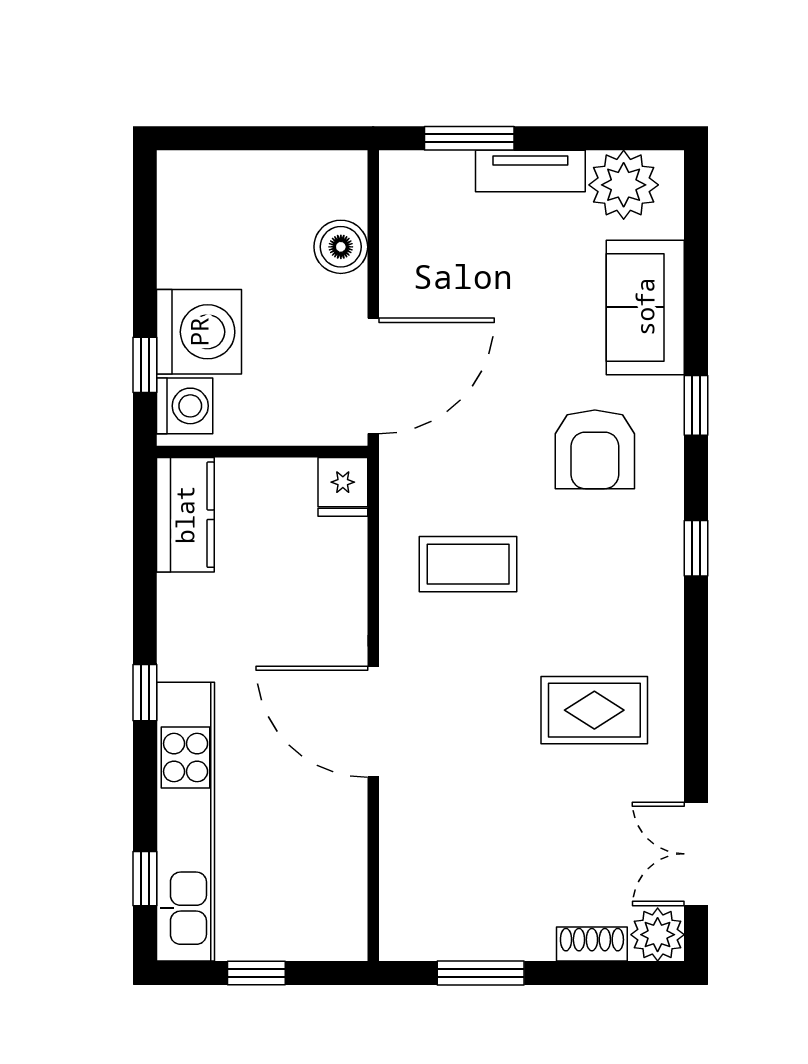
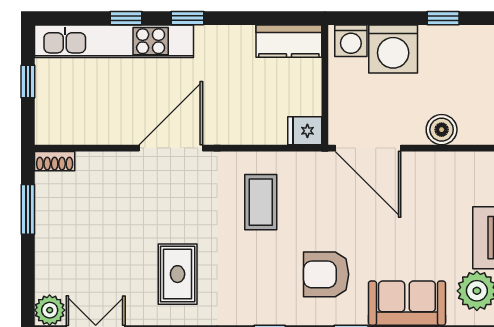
window: (145, 365) -> (443, 18), moved
window: (145, 879) -> (126, 18), moved
shoe rack: (592, 944) -> (55, 161), moved, turned 90

